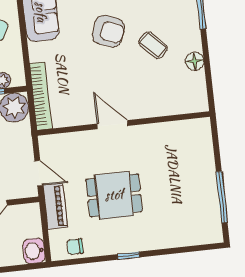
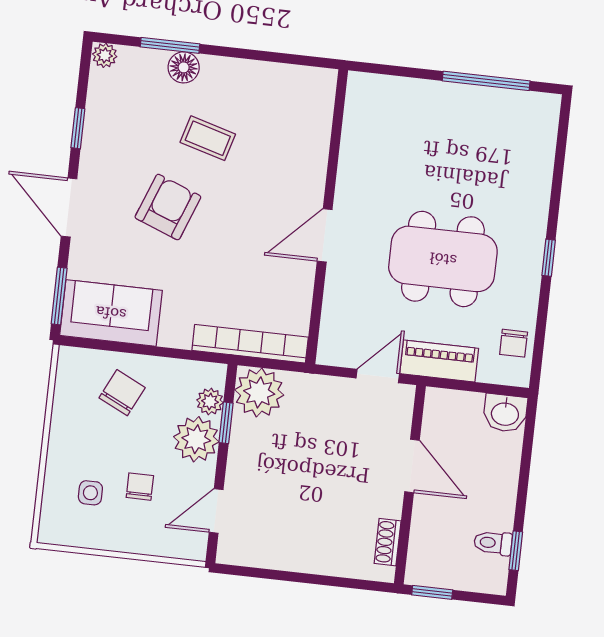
coffee table: (153, 45) -> (208, 138), turned 60
floor lamp: (195, 61) -> (184, 67), moved
dining table: (114, 195) -> (443, 259), width x1.38

